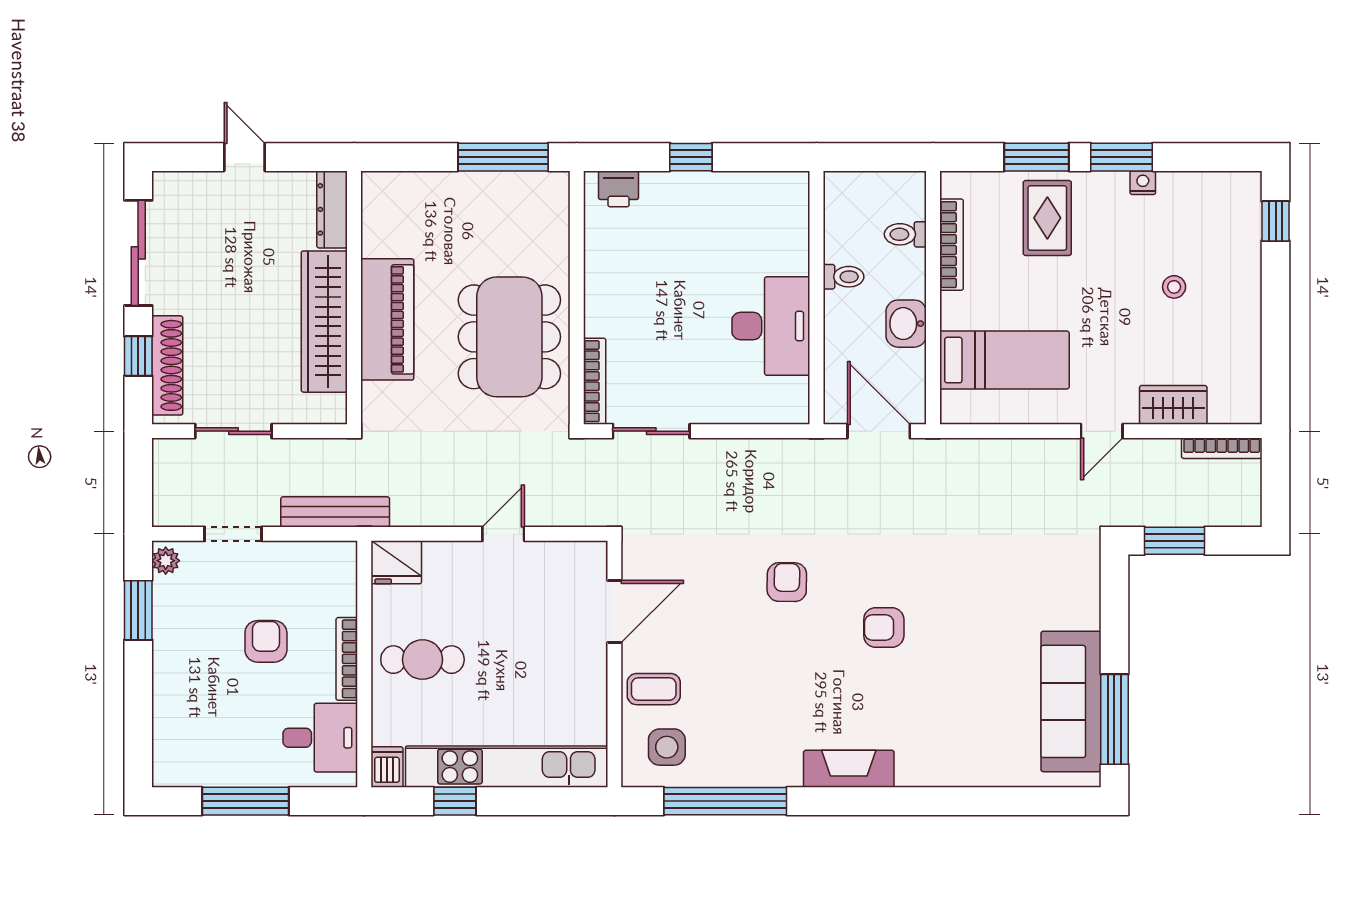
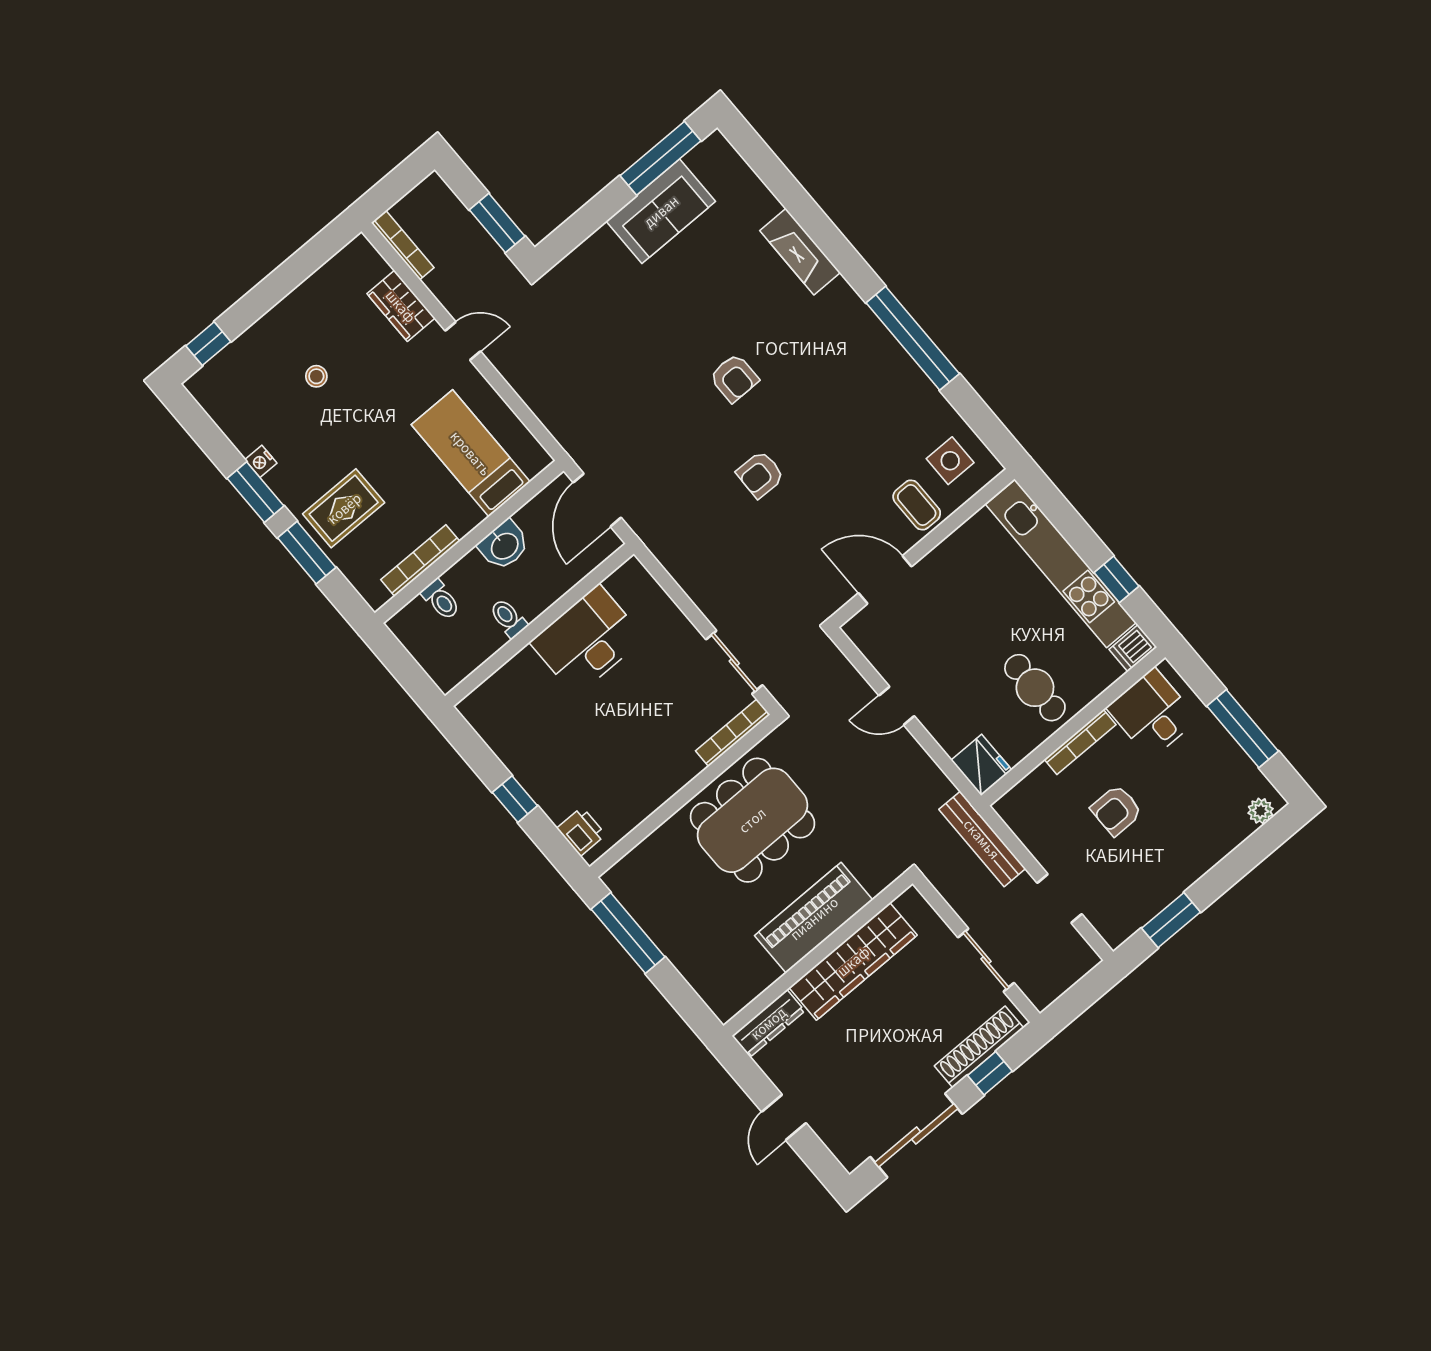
plant: (166, 561) -> (1261, 811), moved
sofa: (1071, 701) -> (661, 211), width x0.73
fireplace: (849, 769) -> (800, 252), moved
window: (725, 801) -> (913, 338), moved

